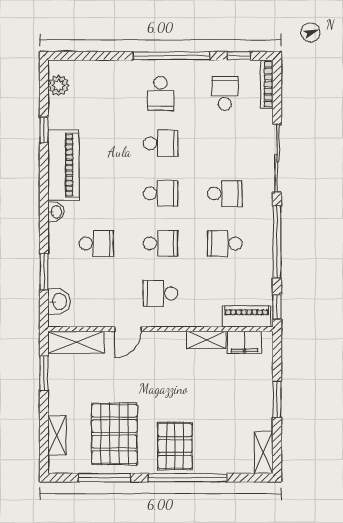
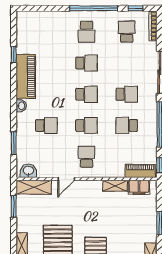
plant: (59, 85) -> (23, 27), removed
school desk: (160, 293) -> (87, 157), turned 90
washbasin: (59, 302) -> (28, 171), moved, turned -90

